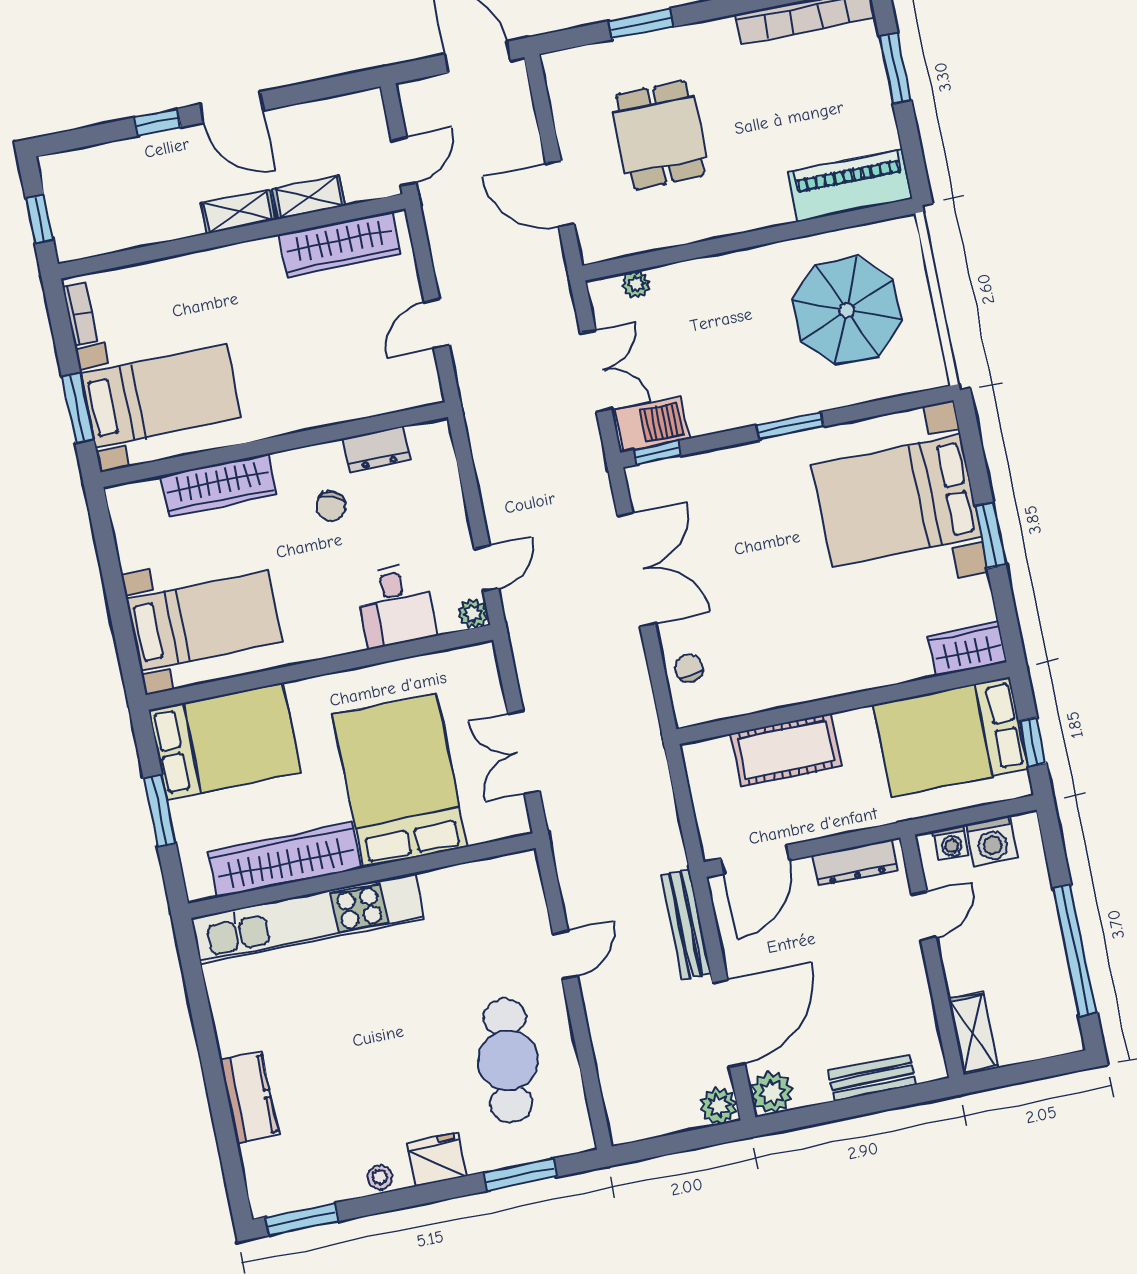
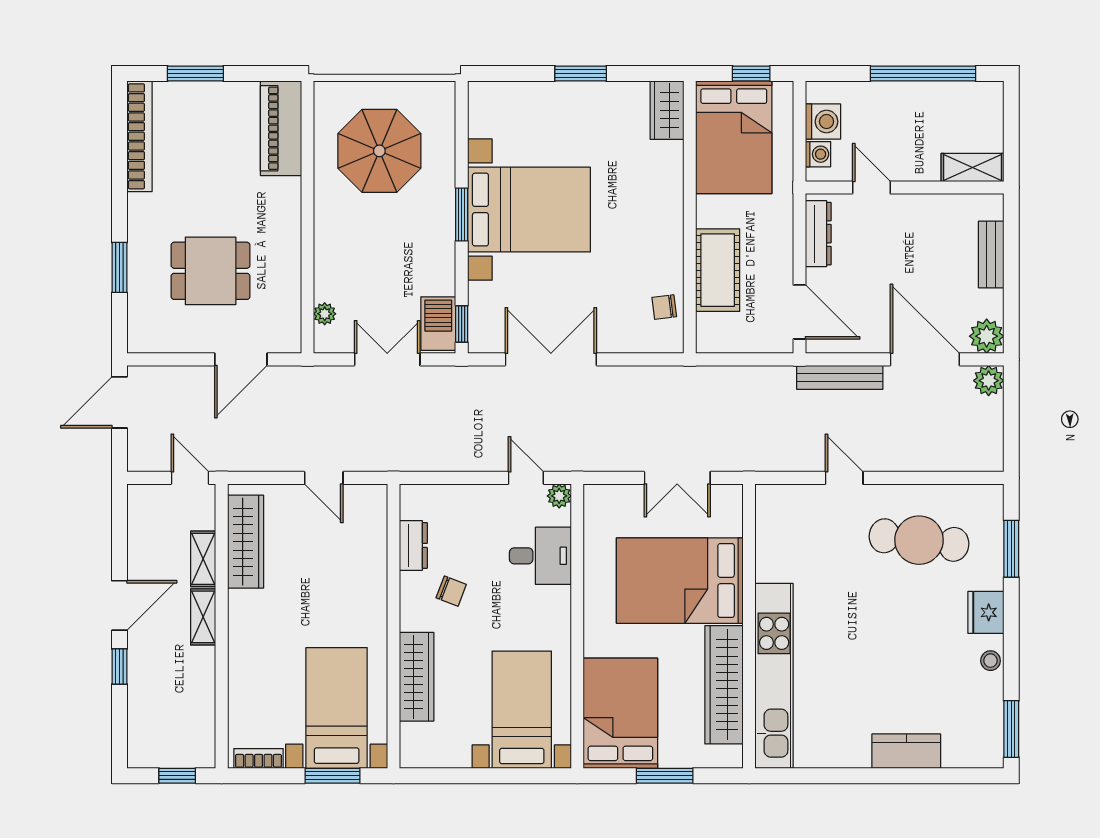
bed with nightstands: (896, 501) -> (529, 210), moved, turned -90
chair: (689, 668) -> (664, 307), moved

